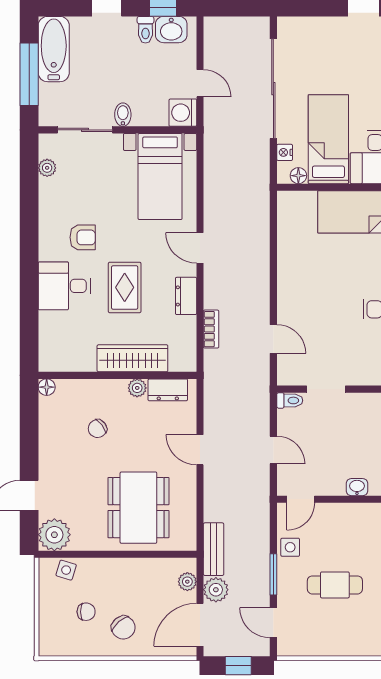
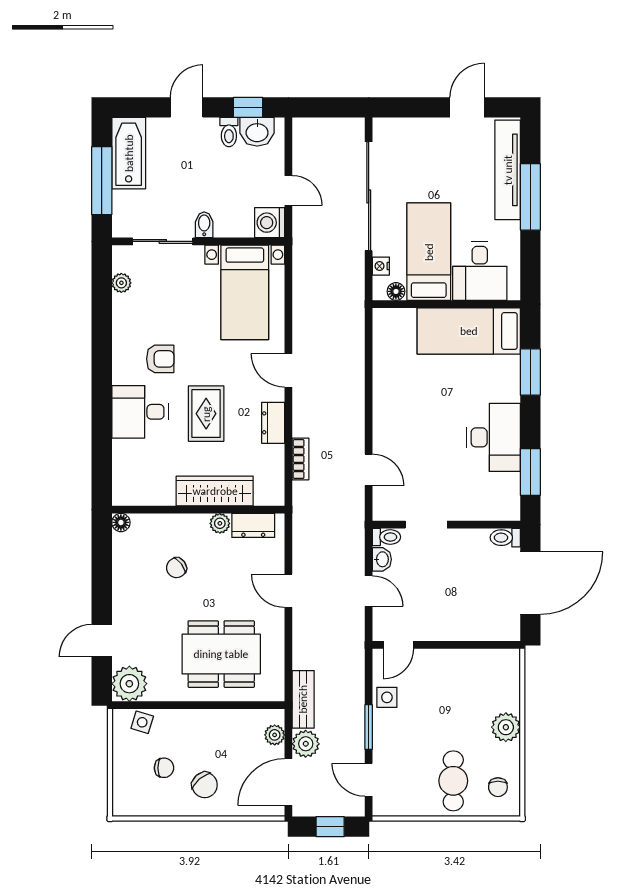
washbasin: (357, 487) -> (382, 559), moved, turned 90
dining table: (138, 508) -> (221, 654), turned 90
cafe table: (335, 585) -> (453, 781), moved, turned 90

